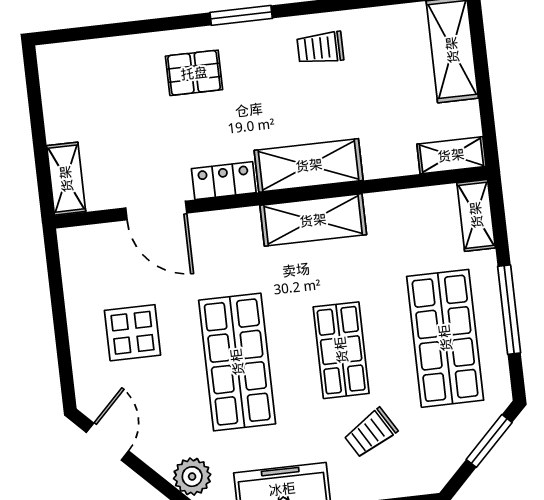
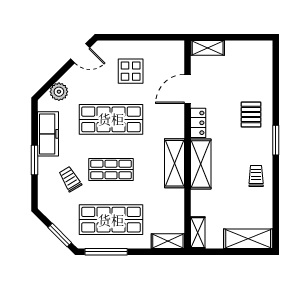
window: (509, 310) -> (106, 252), moved

